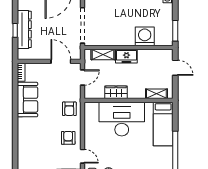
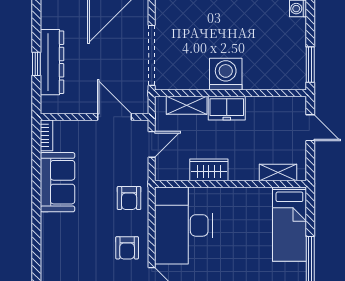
washing machine: (145, 36) -> (226, 74), moved
desk: (122, 119) -> (184, 225), moved, turned -90
armchair: (68, 138) -> (127, 248), turned 180

